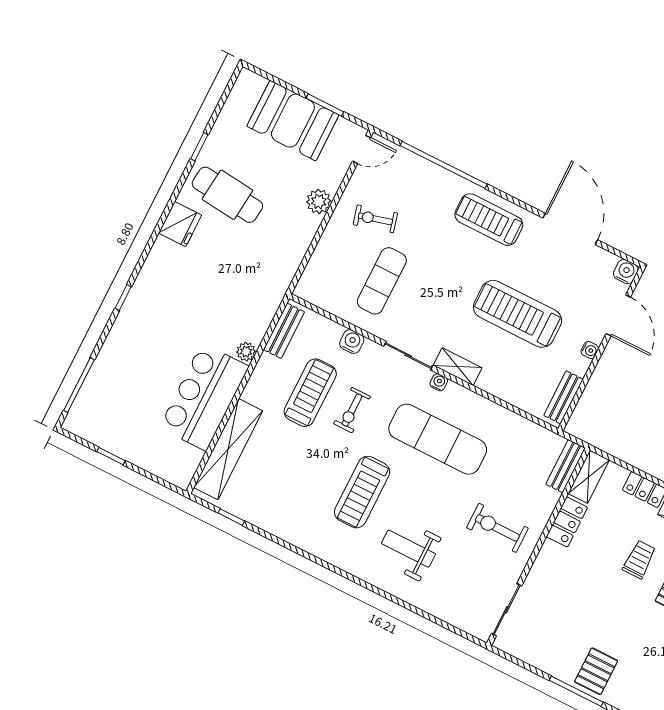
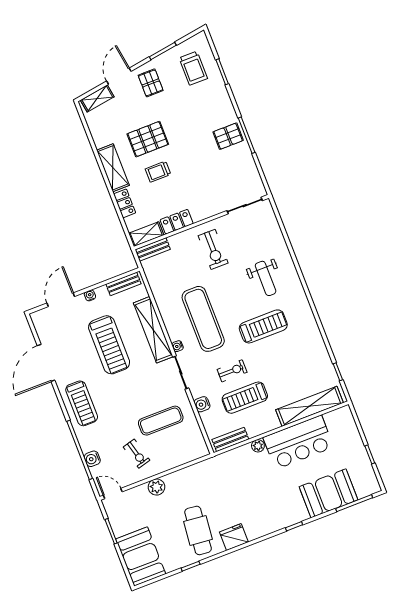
booth: (293, 121) -> (141, 557), moved
water cooler: (626, 272) -> (92, 459), moved
shelving: (458, 367) -> (153, 330), width x2.20, depth x1.33
booth: (118, 370) -> (328, 493), added

